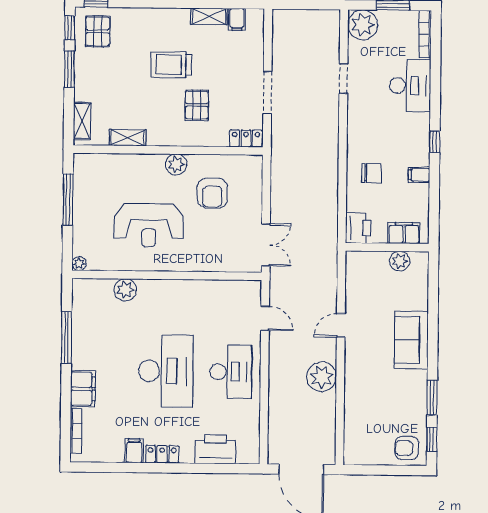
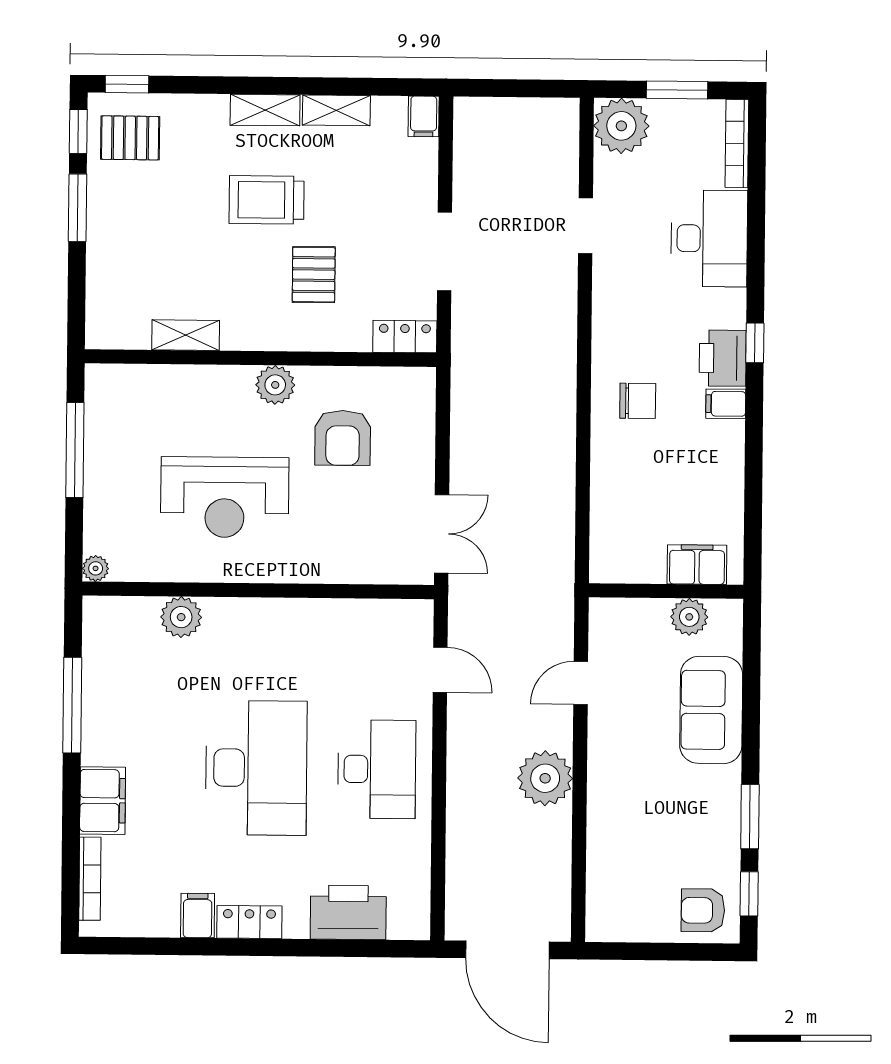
filing cabinet: (237, 19) -> (424, 116), moved
pallet: (98, 31) -> (130, 138), turned 90
shelving: (82, 121) -> (265, 110), moved, turned 90
printer: (358, 228) -> (723, 358), moved, turned 180
filing cabinet: (404, 233) -> (697, 565), moved
wall: (387, 247) -> (666, 591), moved
plant: (400, 261) -> (689, 617), moved

